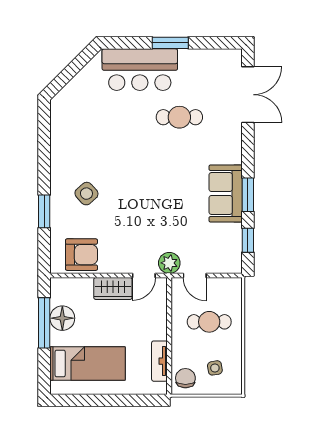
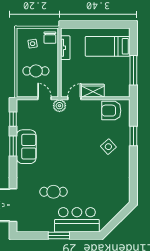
floor lamp: (62, 318) -> (123, 73), removed

